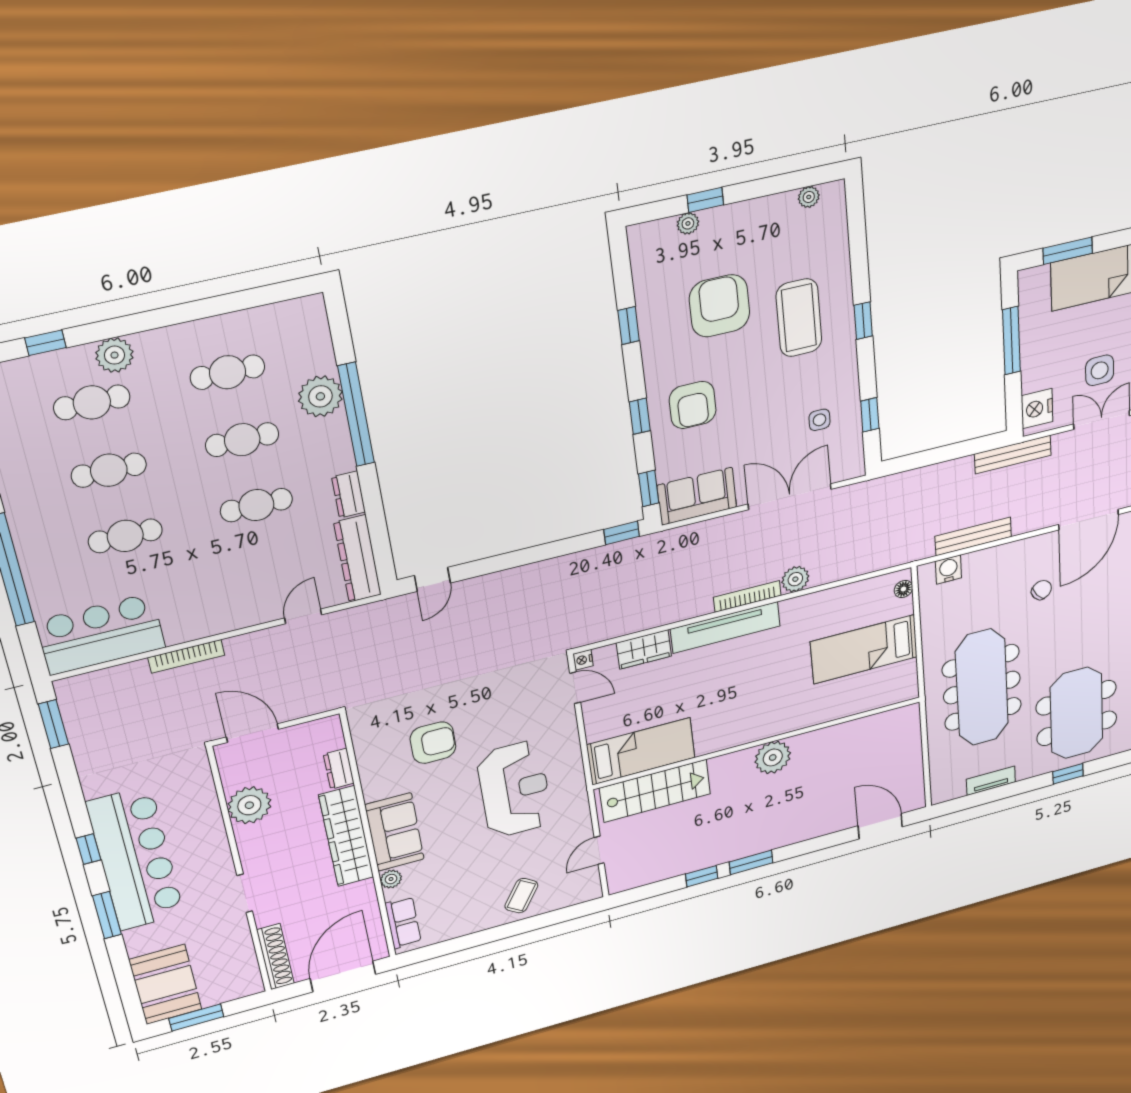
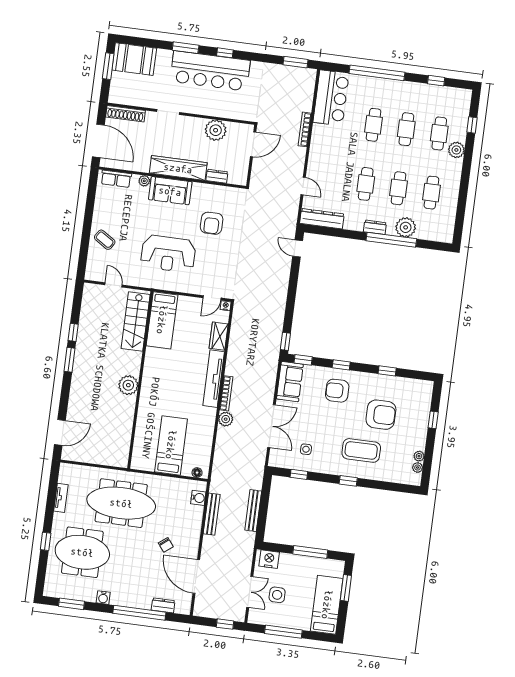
plant: (688, 223) -> (419, 456), moved
bench: (1013, 455) -> (253, 511), moved
dresser: (349, 494) -> (375, 227), moved

